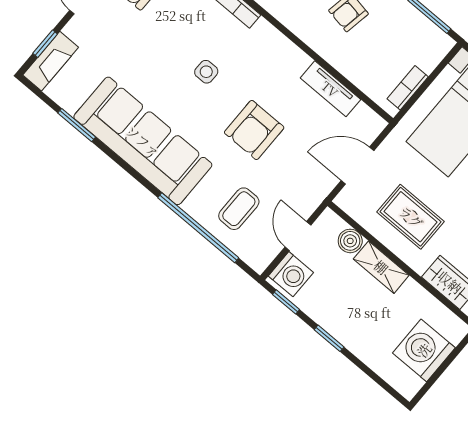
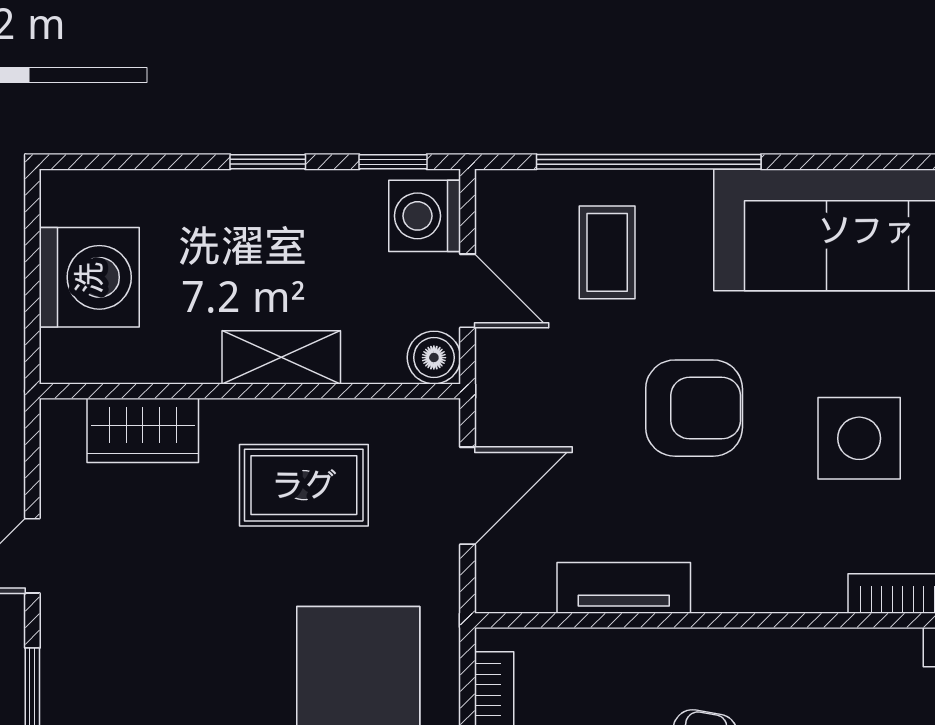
side table: (206, 72) -> (859, 438), width x1.87, depth x1.87
armchair: (254, 130) -> (694, 408), turned 90
boiler: (350, 241) -> (434, 358), moved

